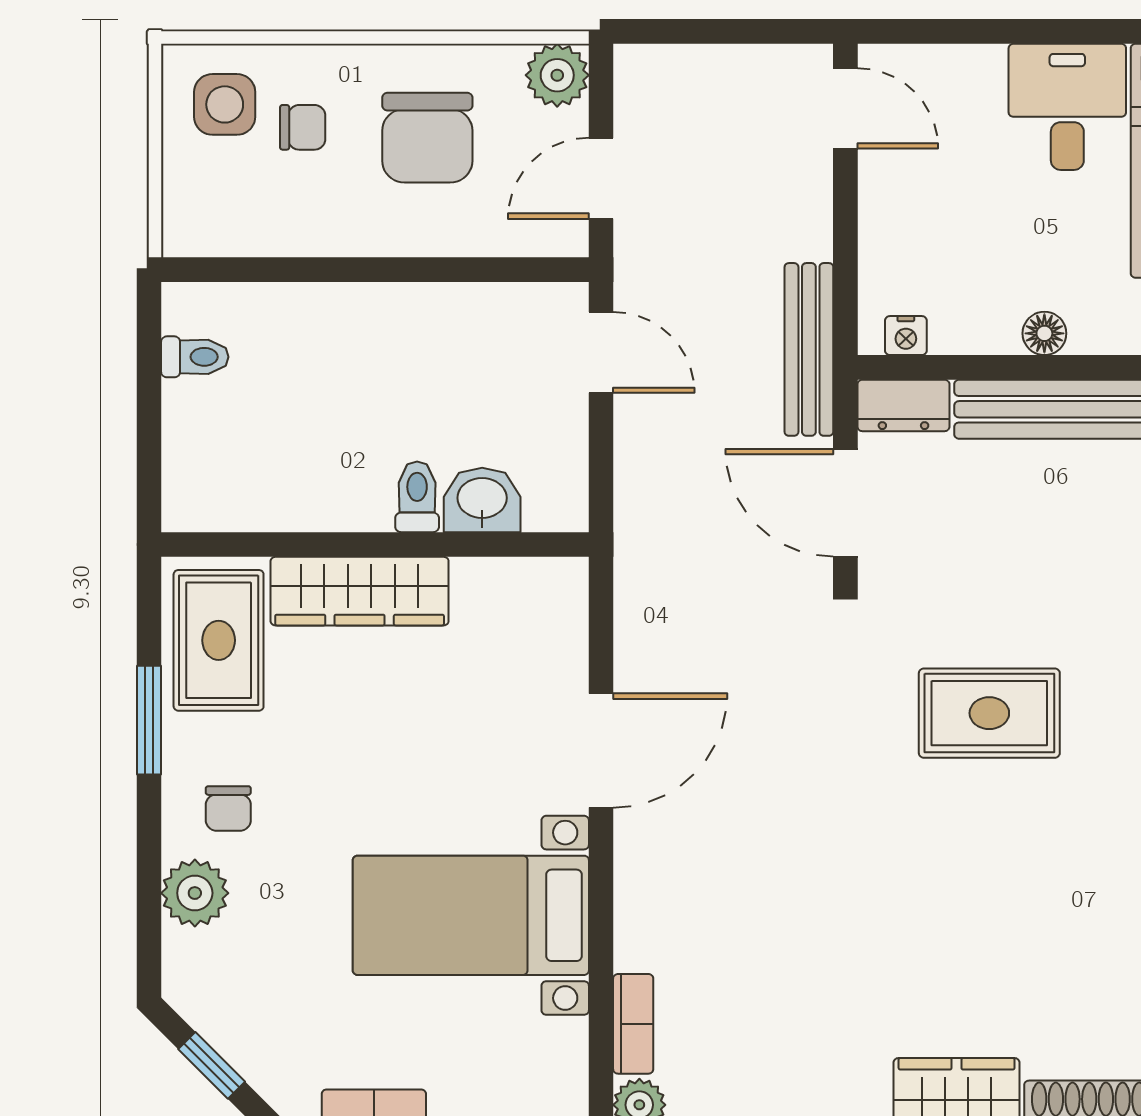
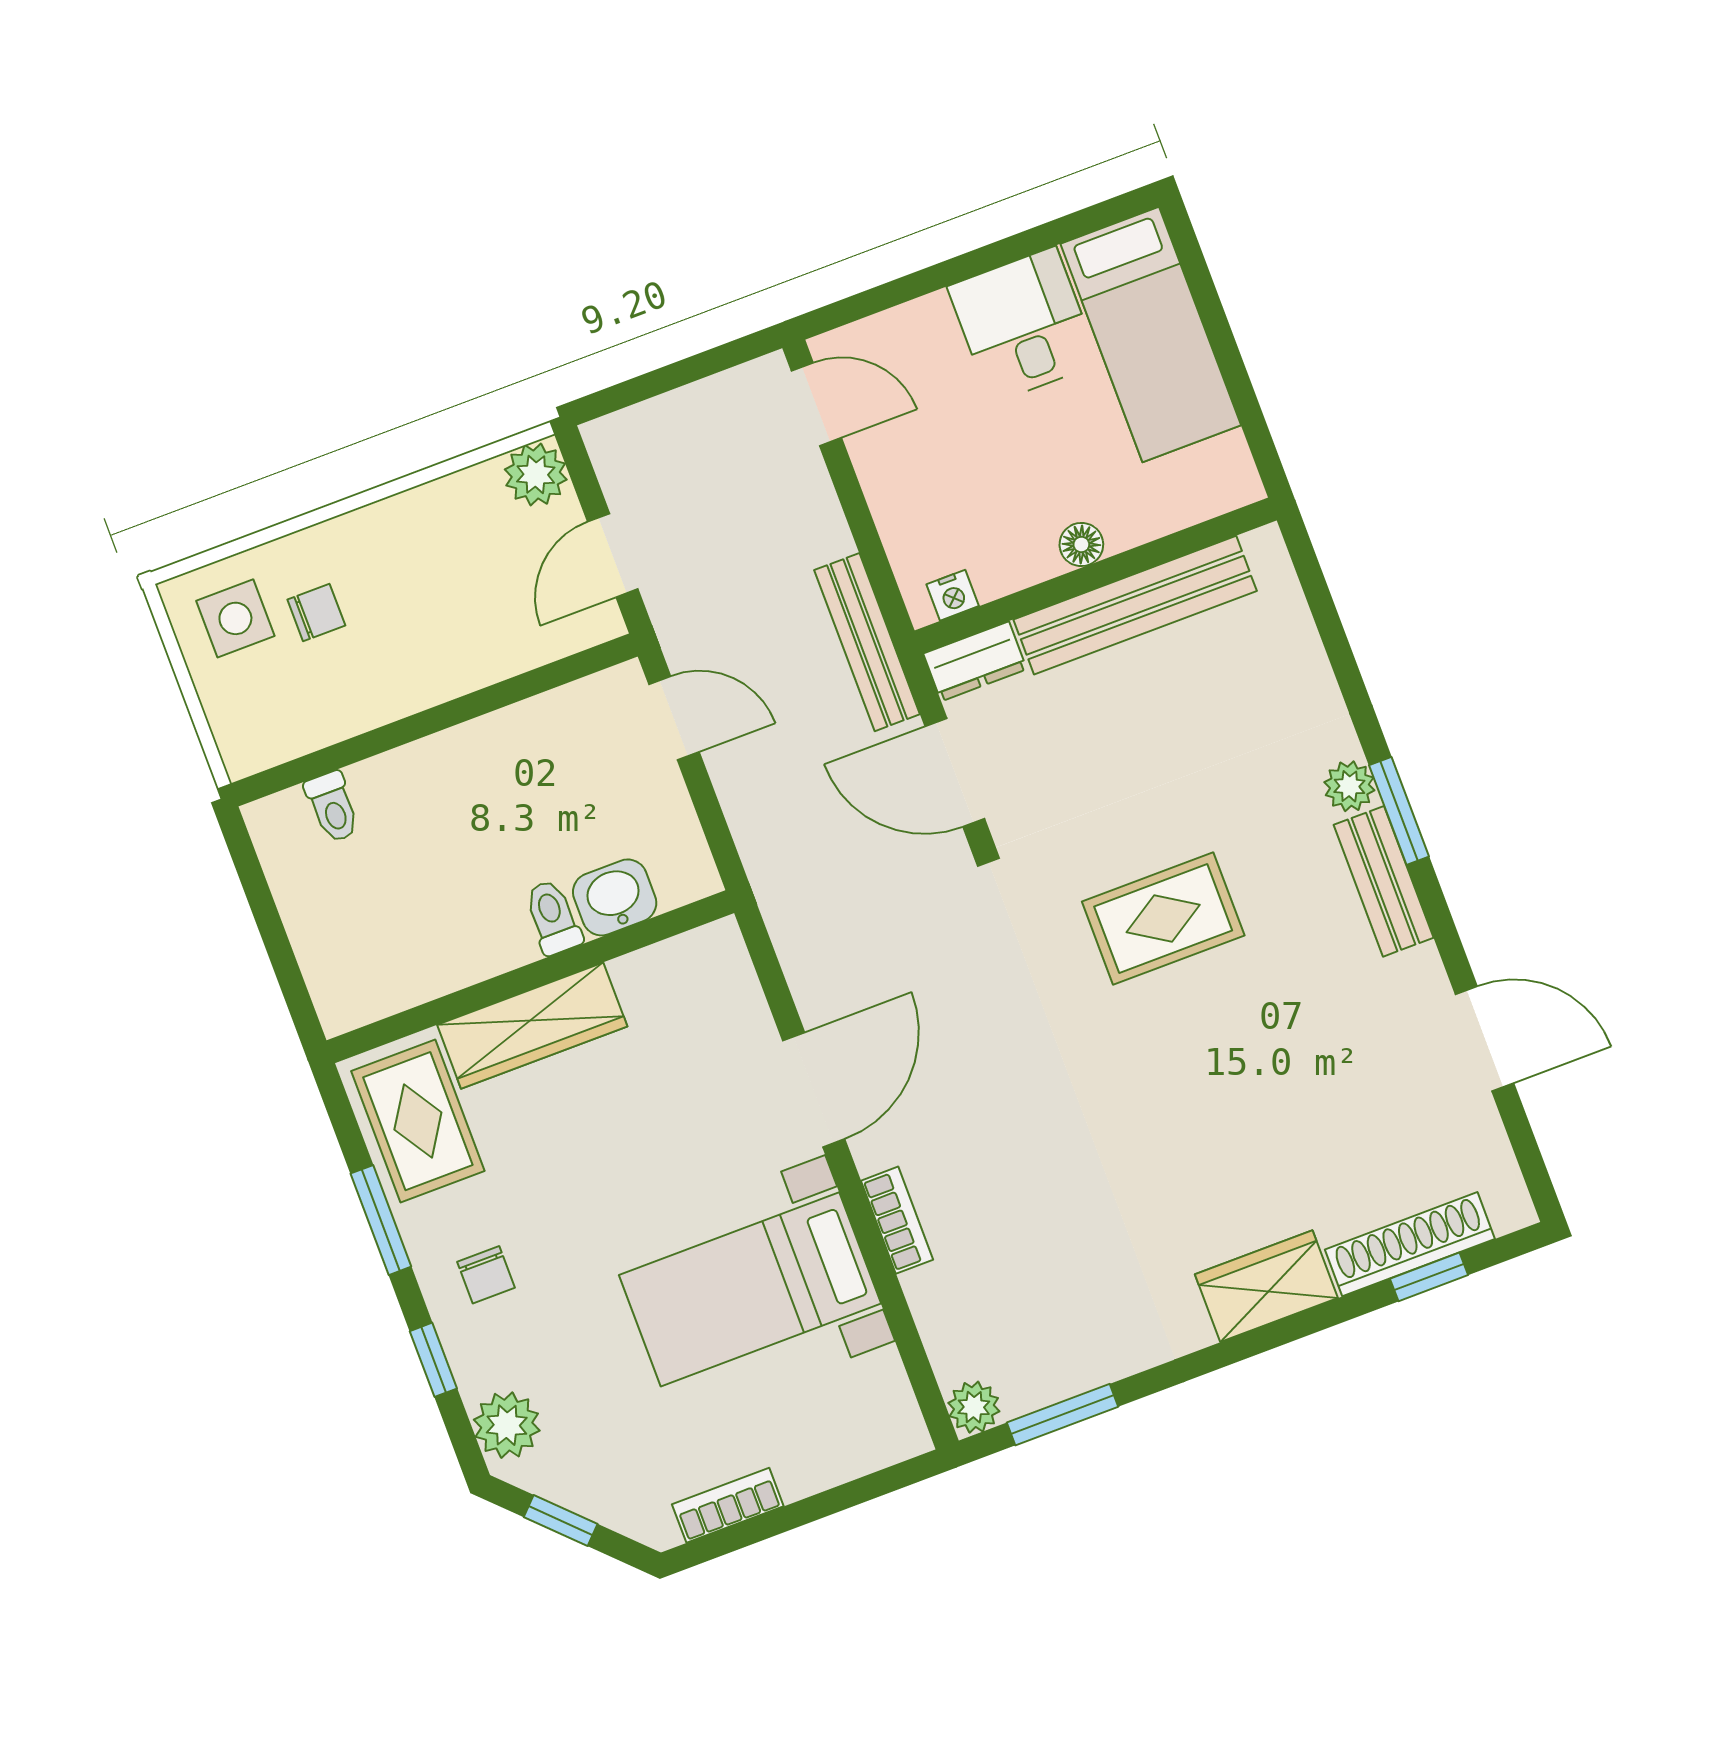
chair: (427, 138) -> (436, 578), removed
toilet: (195, 357) -> (333, 807), moved, turned 90
window: (149, 870) -> (433, 1360), added
plant: (195, 893) -> (507, 1425), moved
bookcase: (633, 1024) -> (897, 1220), moved

